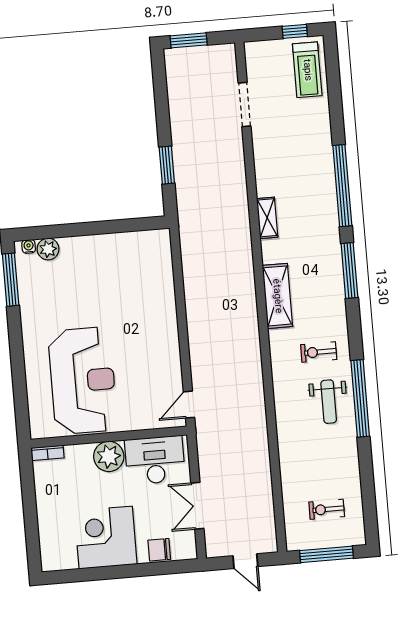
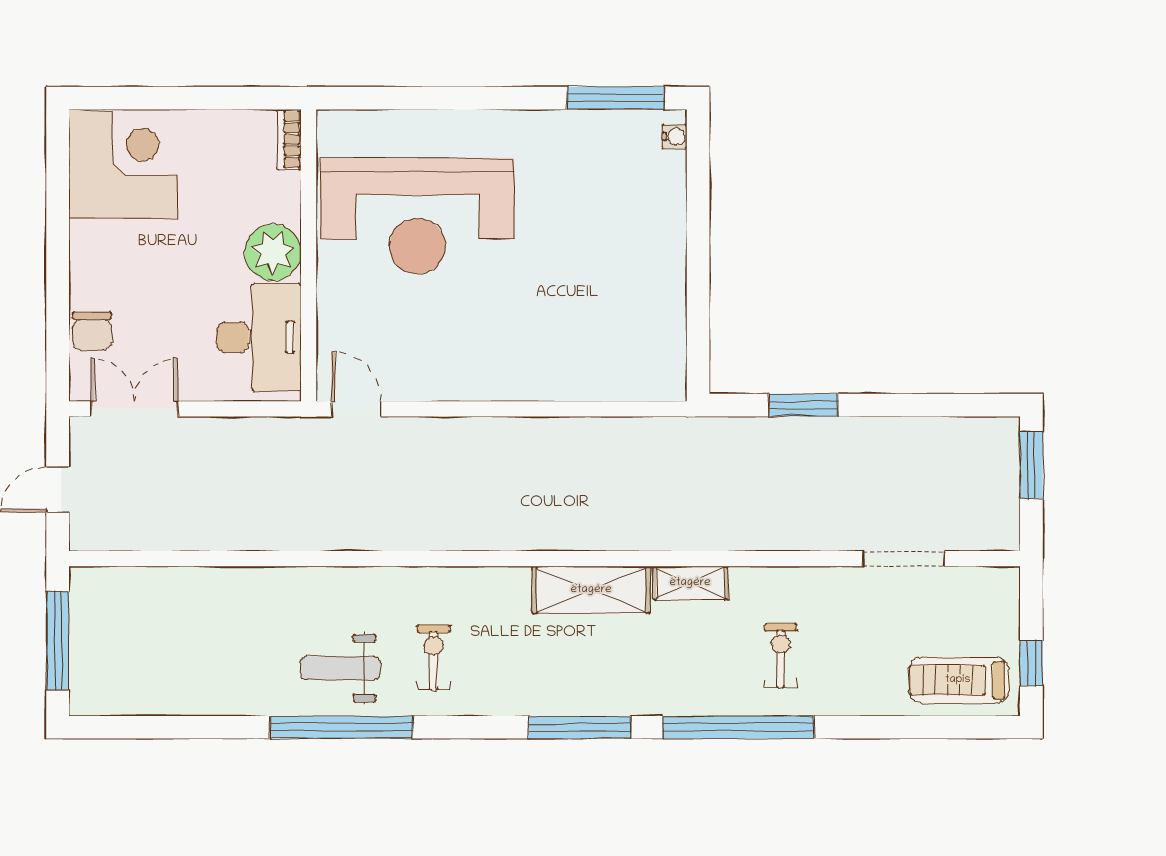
plant: (48, 249) -> (667, 172), removed
shelving: (277, 296) -> (591, 590), moved
double door: (197, 506) -> (134, 409), moved
exercise bike: (327, 509) -> (781, 656), moved
corner desk: (106, 538) -> (123, 164), moved
chair: (159, 550) -> (92, 331), turned 180

